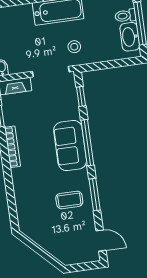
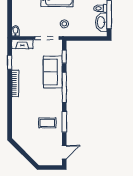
sofa: (70, 146) -> (53, 72), moved
door: (101, 241) -> (64, 152), hinge flipped

